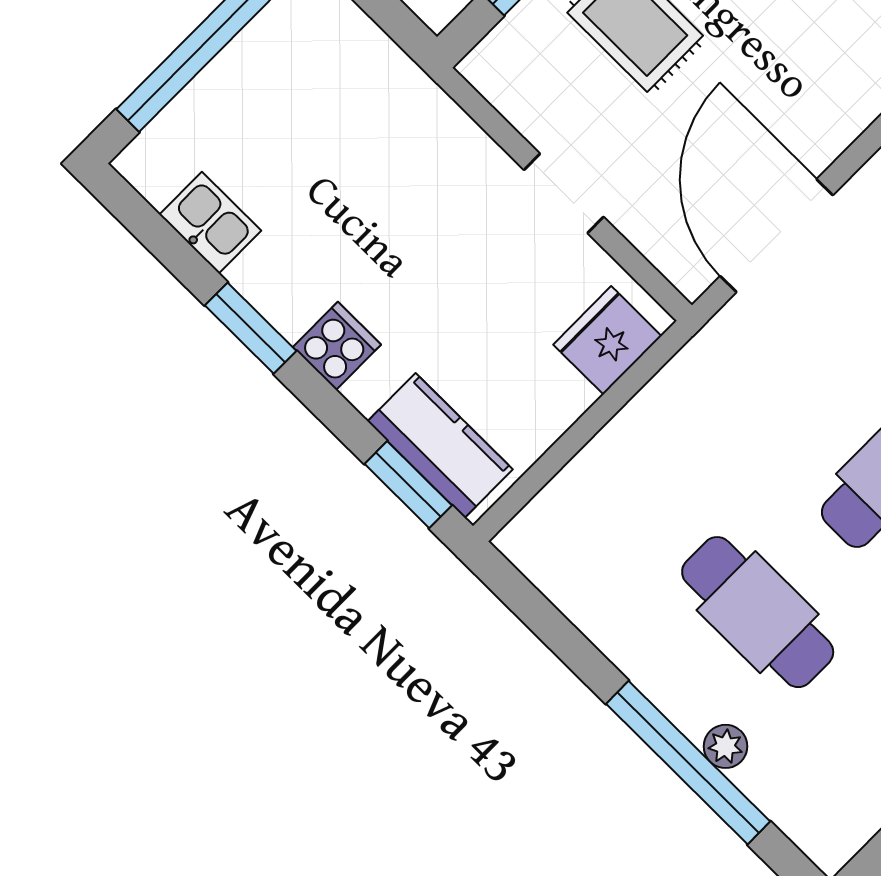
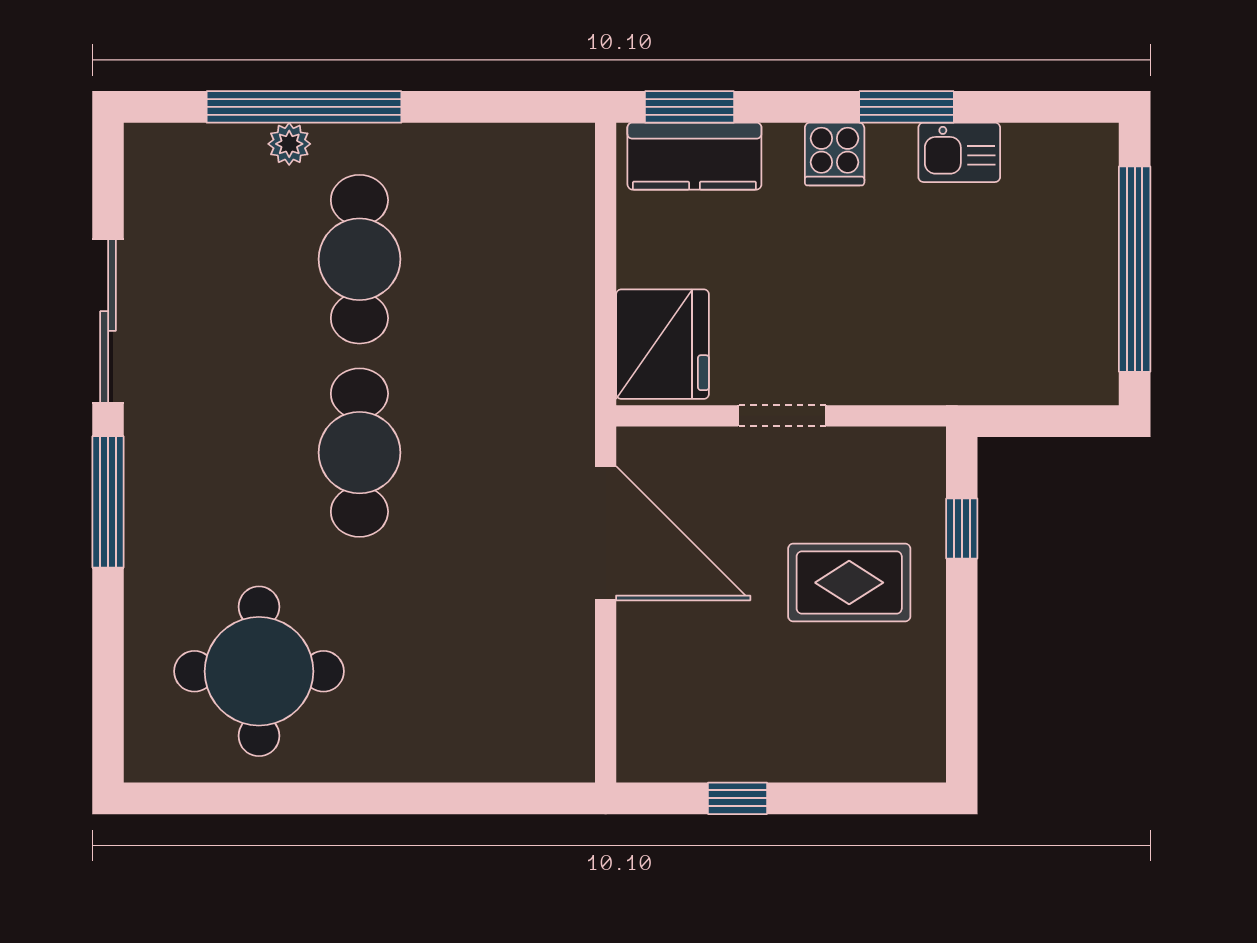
kitchen sink: (210, 223) -> (959, 152), moved
fridge: (607, 340) -> (663, 344), width x1.36, depth x1.34
cafe table: (758, 612) -> (359, 259), turned 90

